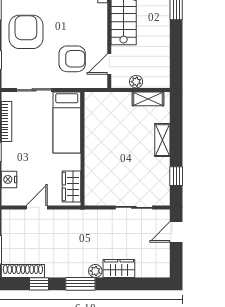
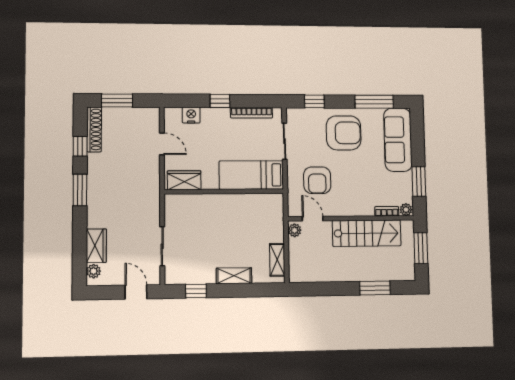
plant: (136, 82) -> (295, 230), moved
wardrobe: (119, 268) -> (96, 246), moved
plant: (95, 271) -> (94, 271), moved

